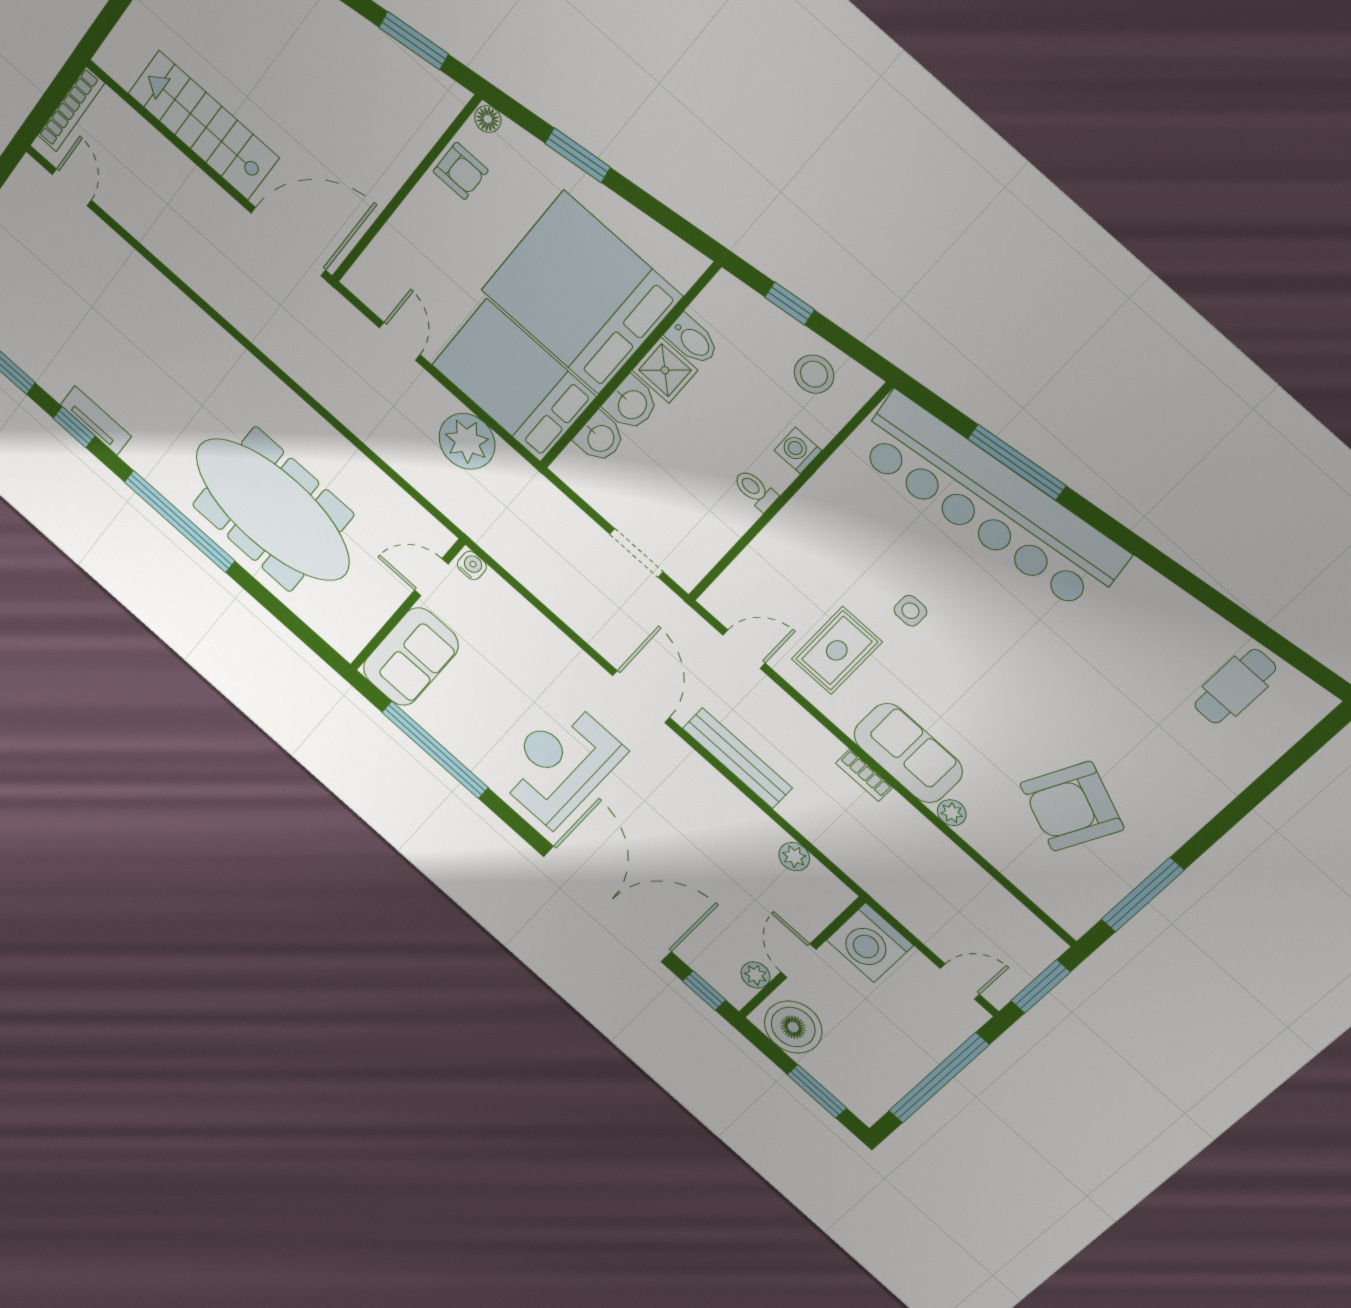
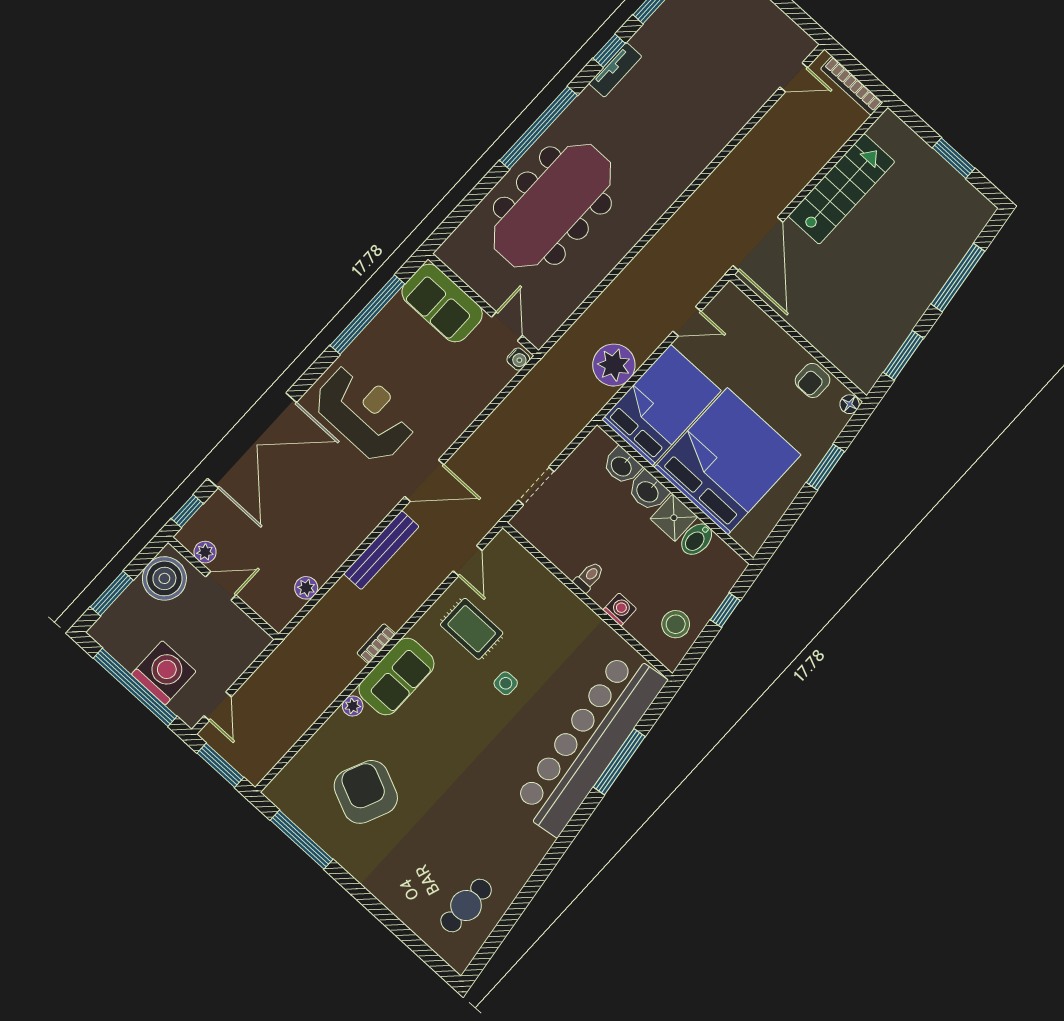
cafe table: (1235, 686) -> (466, 906), turned 90
washing machine: (870, 943) -> (164, 673), moved, turned 90

